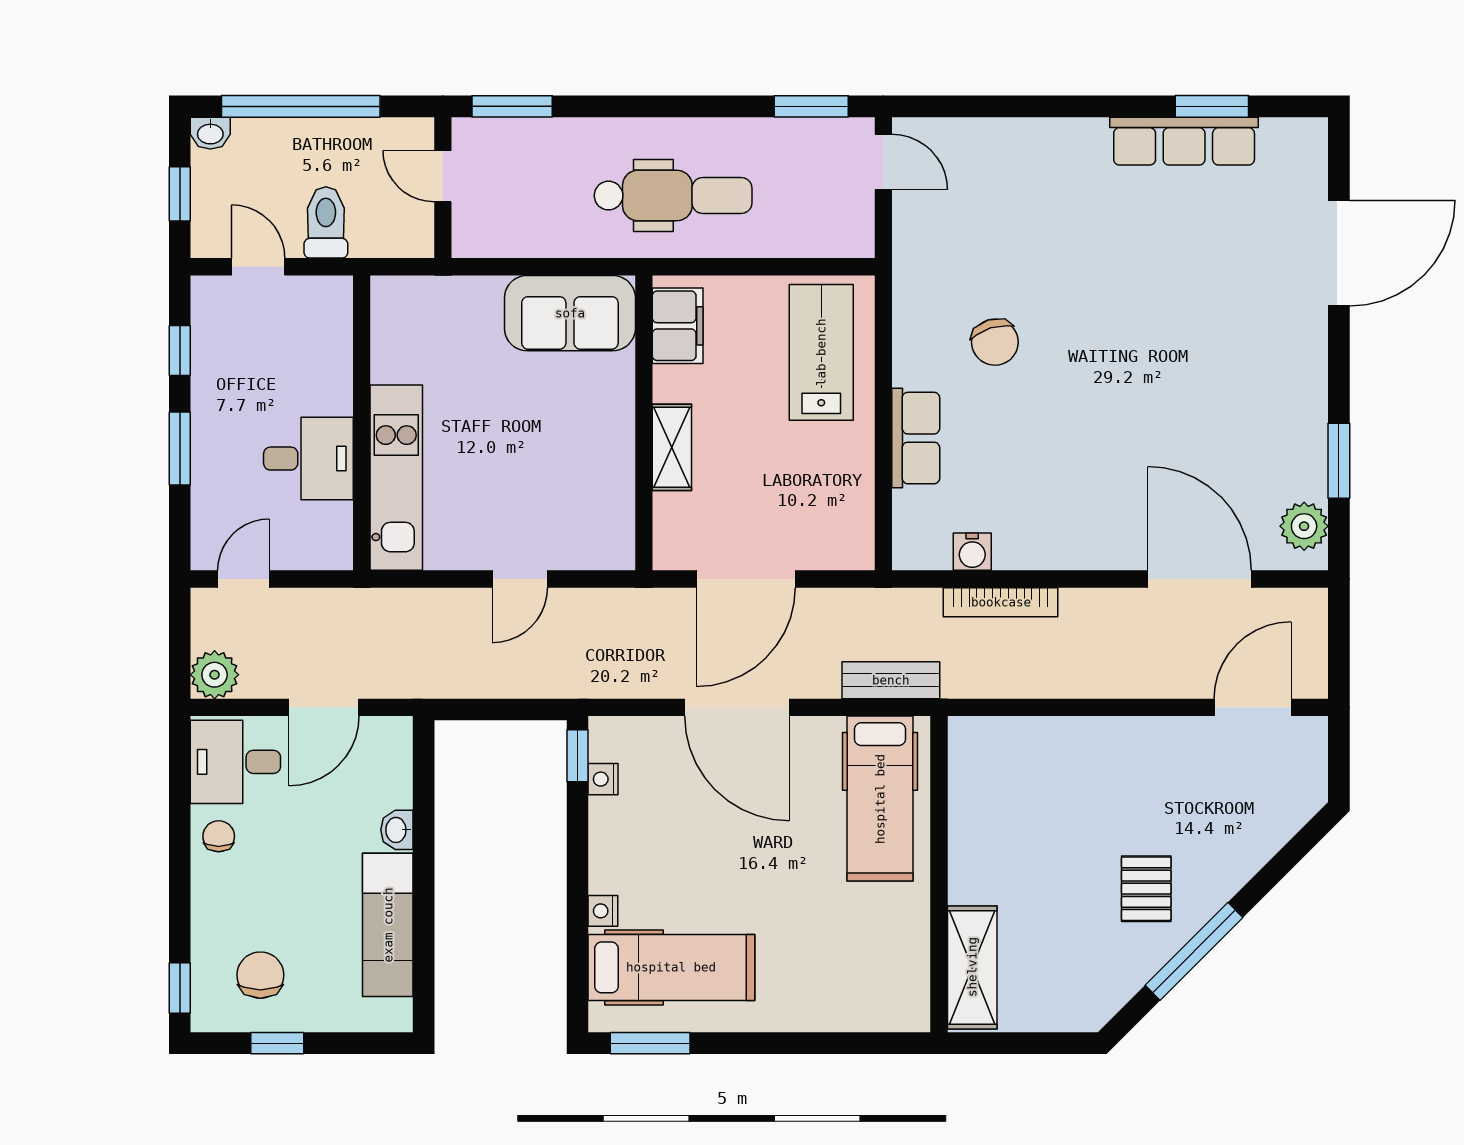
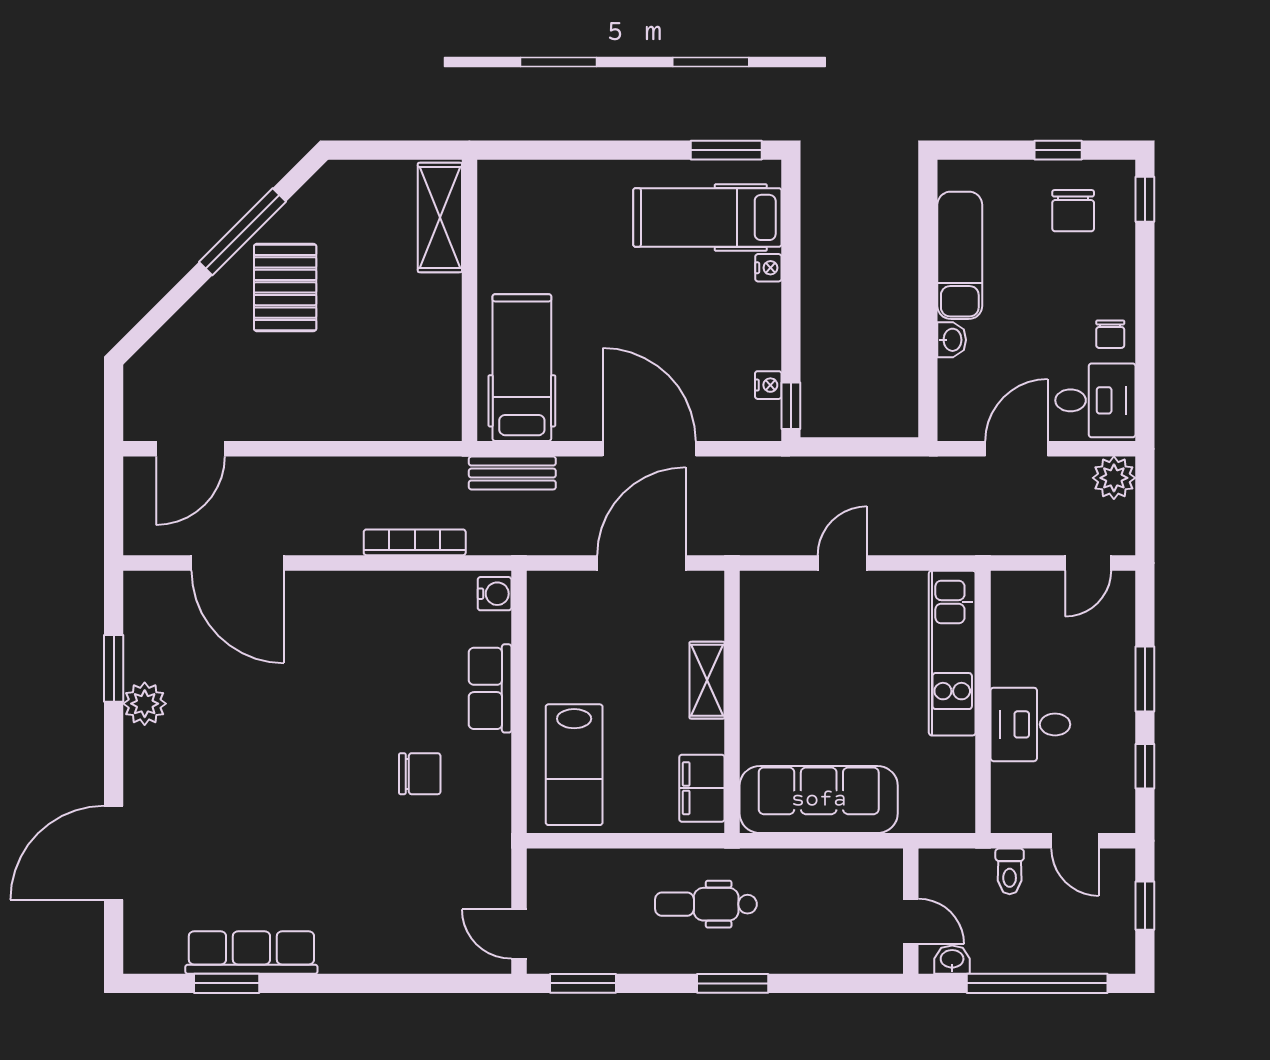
window: (512, 106) -> (733, 983), moved
washbasin: (210, 133) -> (952, 960), moved
dental chair: (673, 196) -> (706, 904), width x0.73, depth x0.72
toilet: (326, 222) -> (1010, 871), width x0.73, depth x0.72
sofa: (570, 313) -> (819, 800), width x1.36
chair: (995, 342) -> (420, 774), turned 107
desk: (308, 459) -> (1030, 724), moved
plant: (1304, 526) -> (145, 704), moved
water cooler: (972, 552) -> (495, 594), moved, turned 90
pallet: (1146, 889) -> (285, 287), width x1.50, depth x1.42

